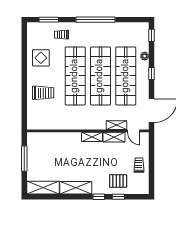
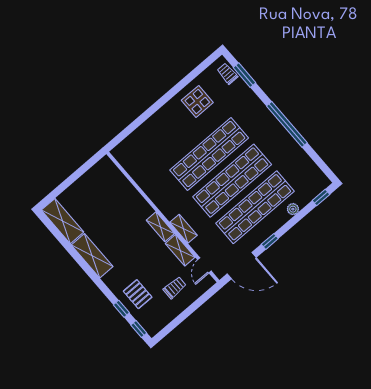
trolley: (62, 35) -> (228, 74), moved
window: (151, 73) -> (270, 241), moved
trolley: (43, 93) -> (163, 135), removed
shelving: (116, 125) -> (183, 229), moved
window: (24, 159) -> (76, 175), removed
trolley: (139, 165) -> (175, 288), moved
window: (99, 197) -> (139, 329), moved

